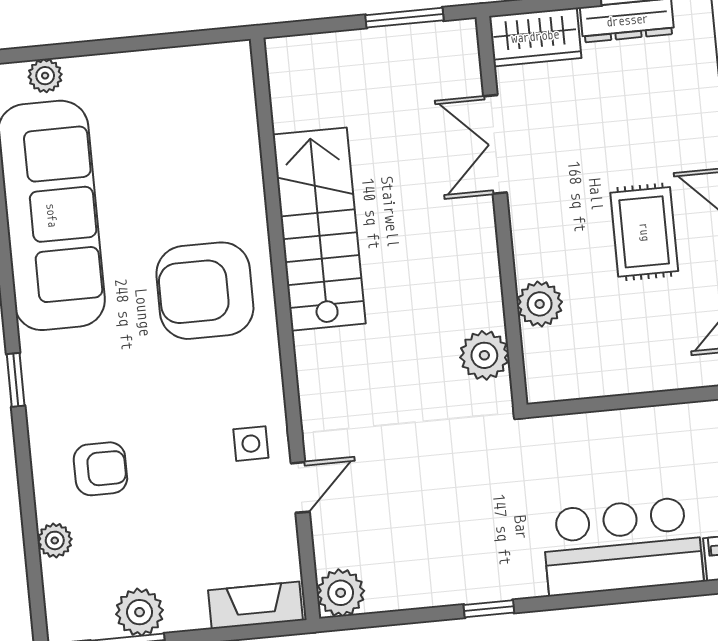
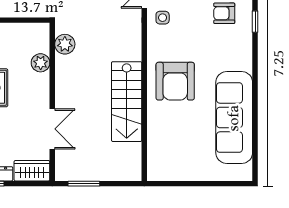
plant: (45, 76) -> (231, 174), removed
armchair: (205, 291) -> (175, 81), turned 90
window: (16, 380) -> (255, 22), moved

